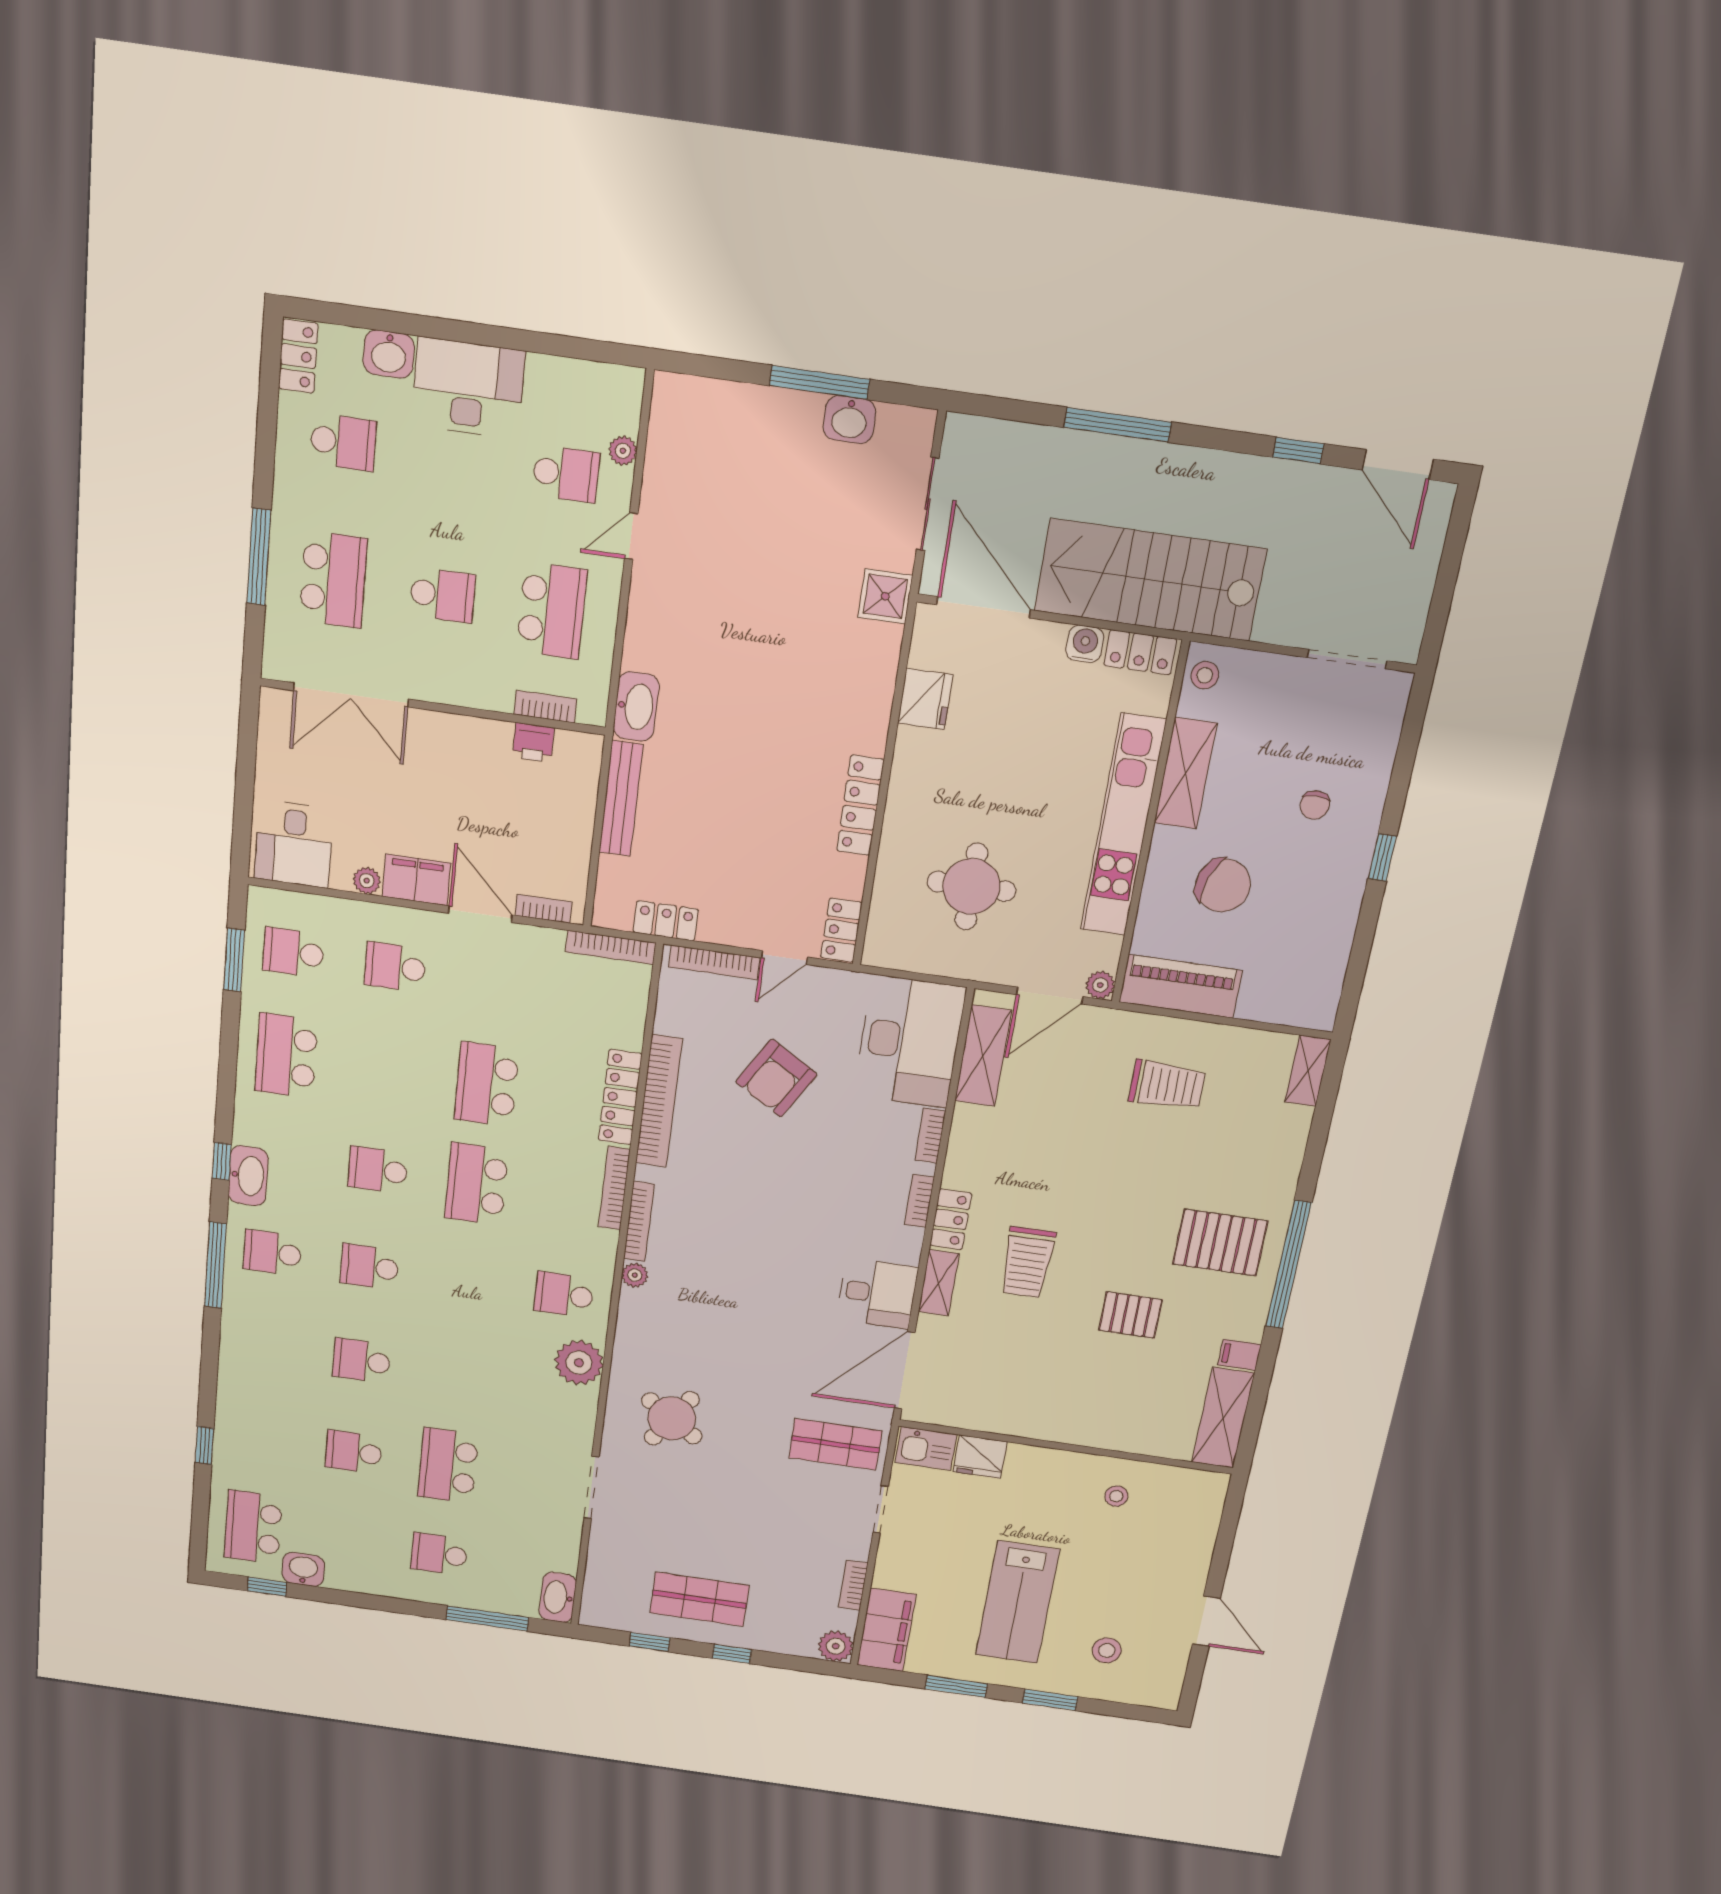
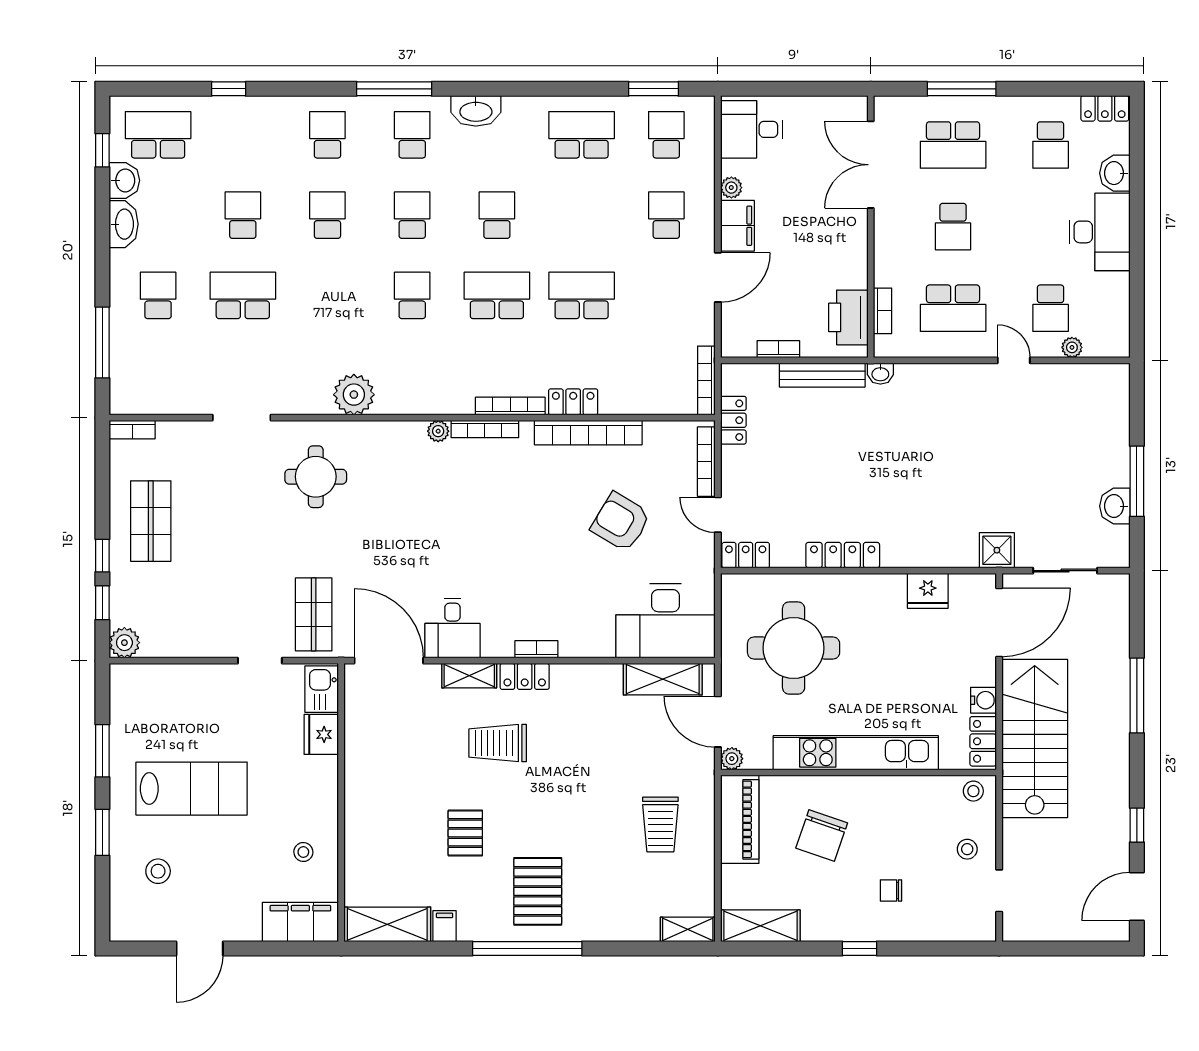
doorway: (1347, 659) -> (999, 891), width x0.73
stool: (1281, 695) -> (967, 849), added
washbasin: (636, 706) -> (880, 374), width x0.52, depth x0.69
printer: (533, 743) -> (848, 317), width x1.87, depth x1.48
shelving: (1186, 773) -> (760, 926), moved
round table: (971, 886) -> (794, 648), width x1.36, depth x1.36
bookcase: (543, 909) -> (778, 349), moved, turned -90
locker: (620, 1097) -> (573, 402), width x0.66
bookcase: (930, 1136) -> (592, 649), removed
window: (222, 1161) -> (485, 89), removed
school desk: (564, 1295) -> (412, 295), moved
school desk: (266, 1347) -> (327, 135), added
round table: (672, 1418) -> (316, 477), turned -34
bookcase: (853, 1585) -> (132, 430), moved, turned 180
washbasin: (558, 1597) -> (124, 224), moved, turned 90
lab bench: (1018, 1602) -> (192, 789), turned 180
filing cabinet: (886, 1630) -> (300, 922), moved, turned 180
window: (650, 1642) -> (102, 603), moved

